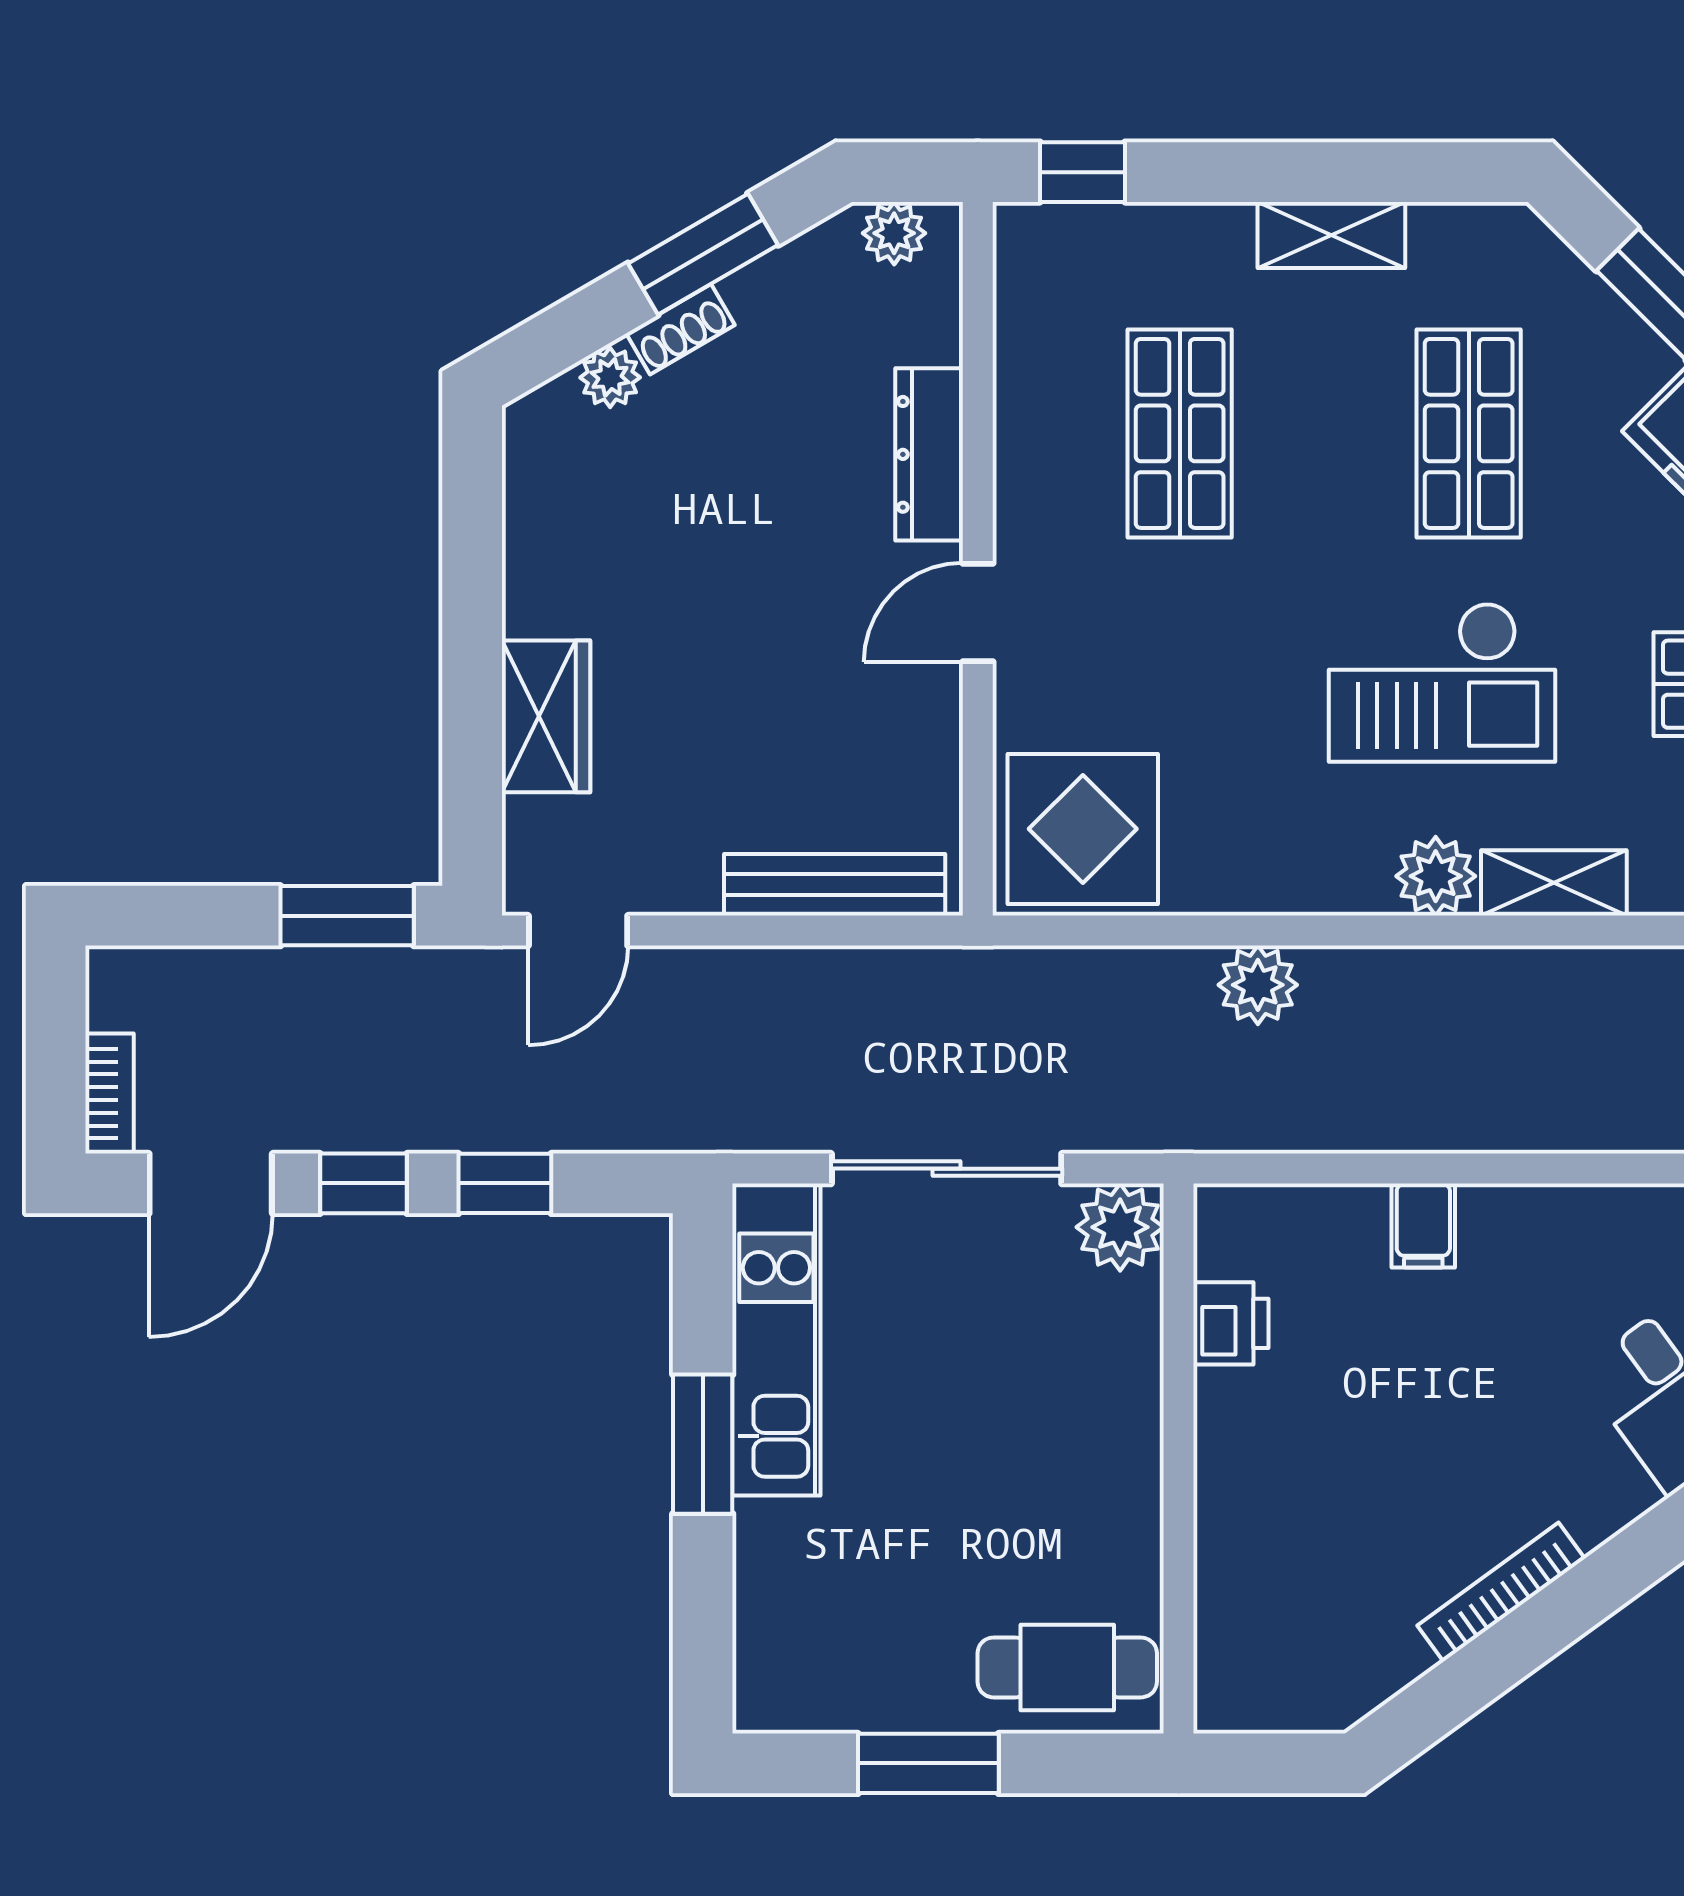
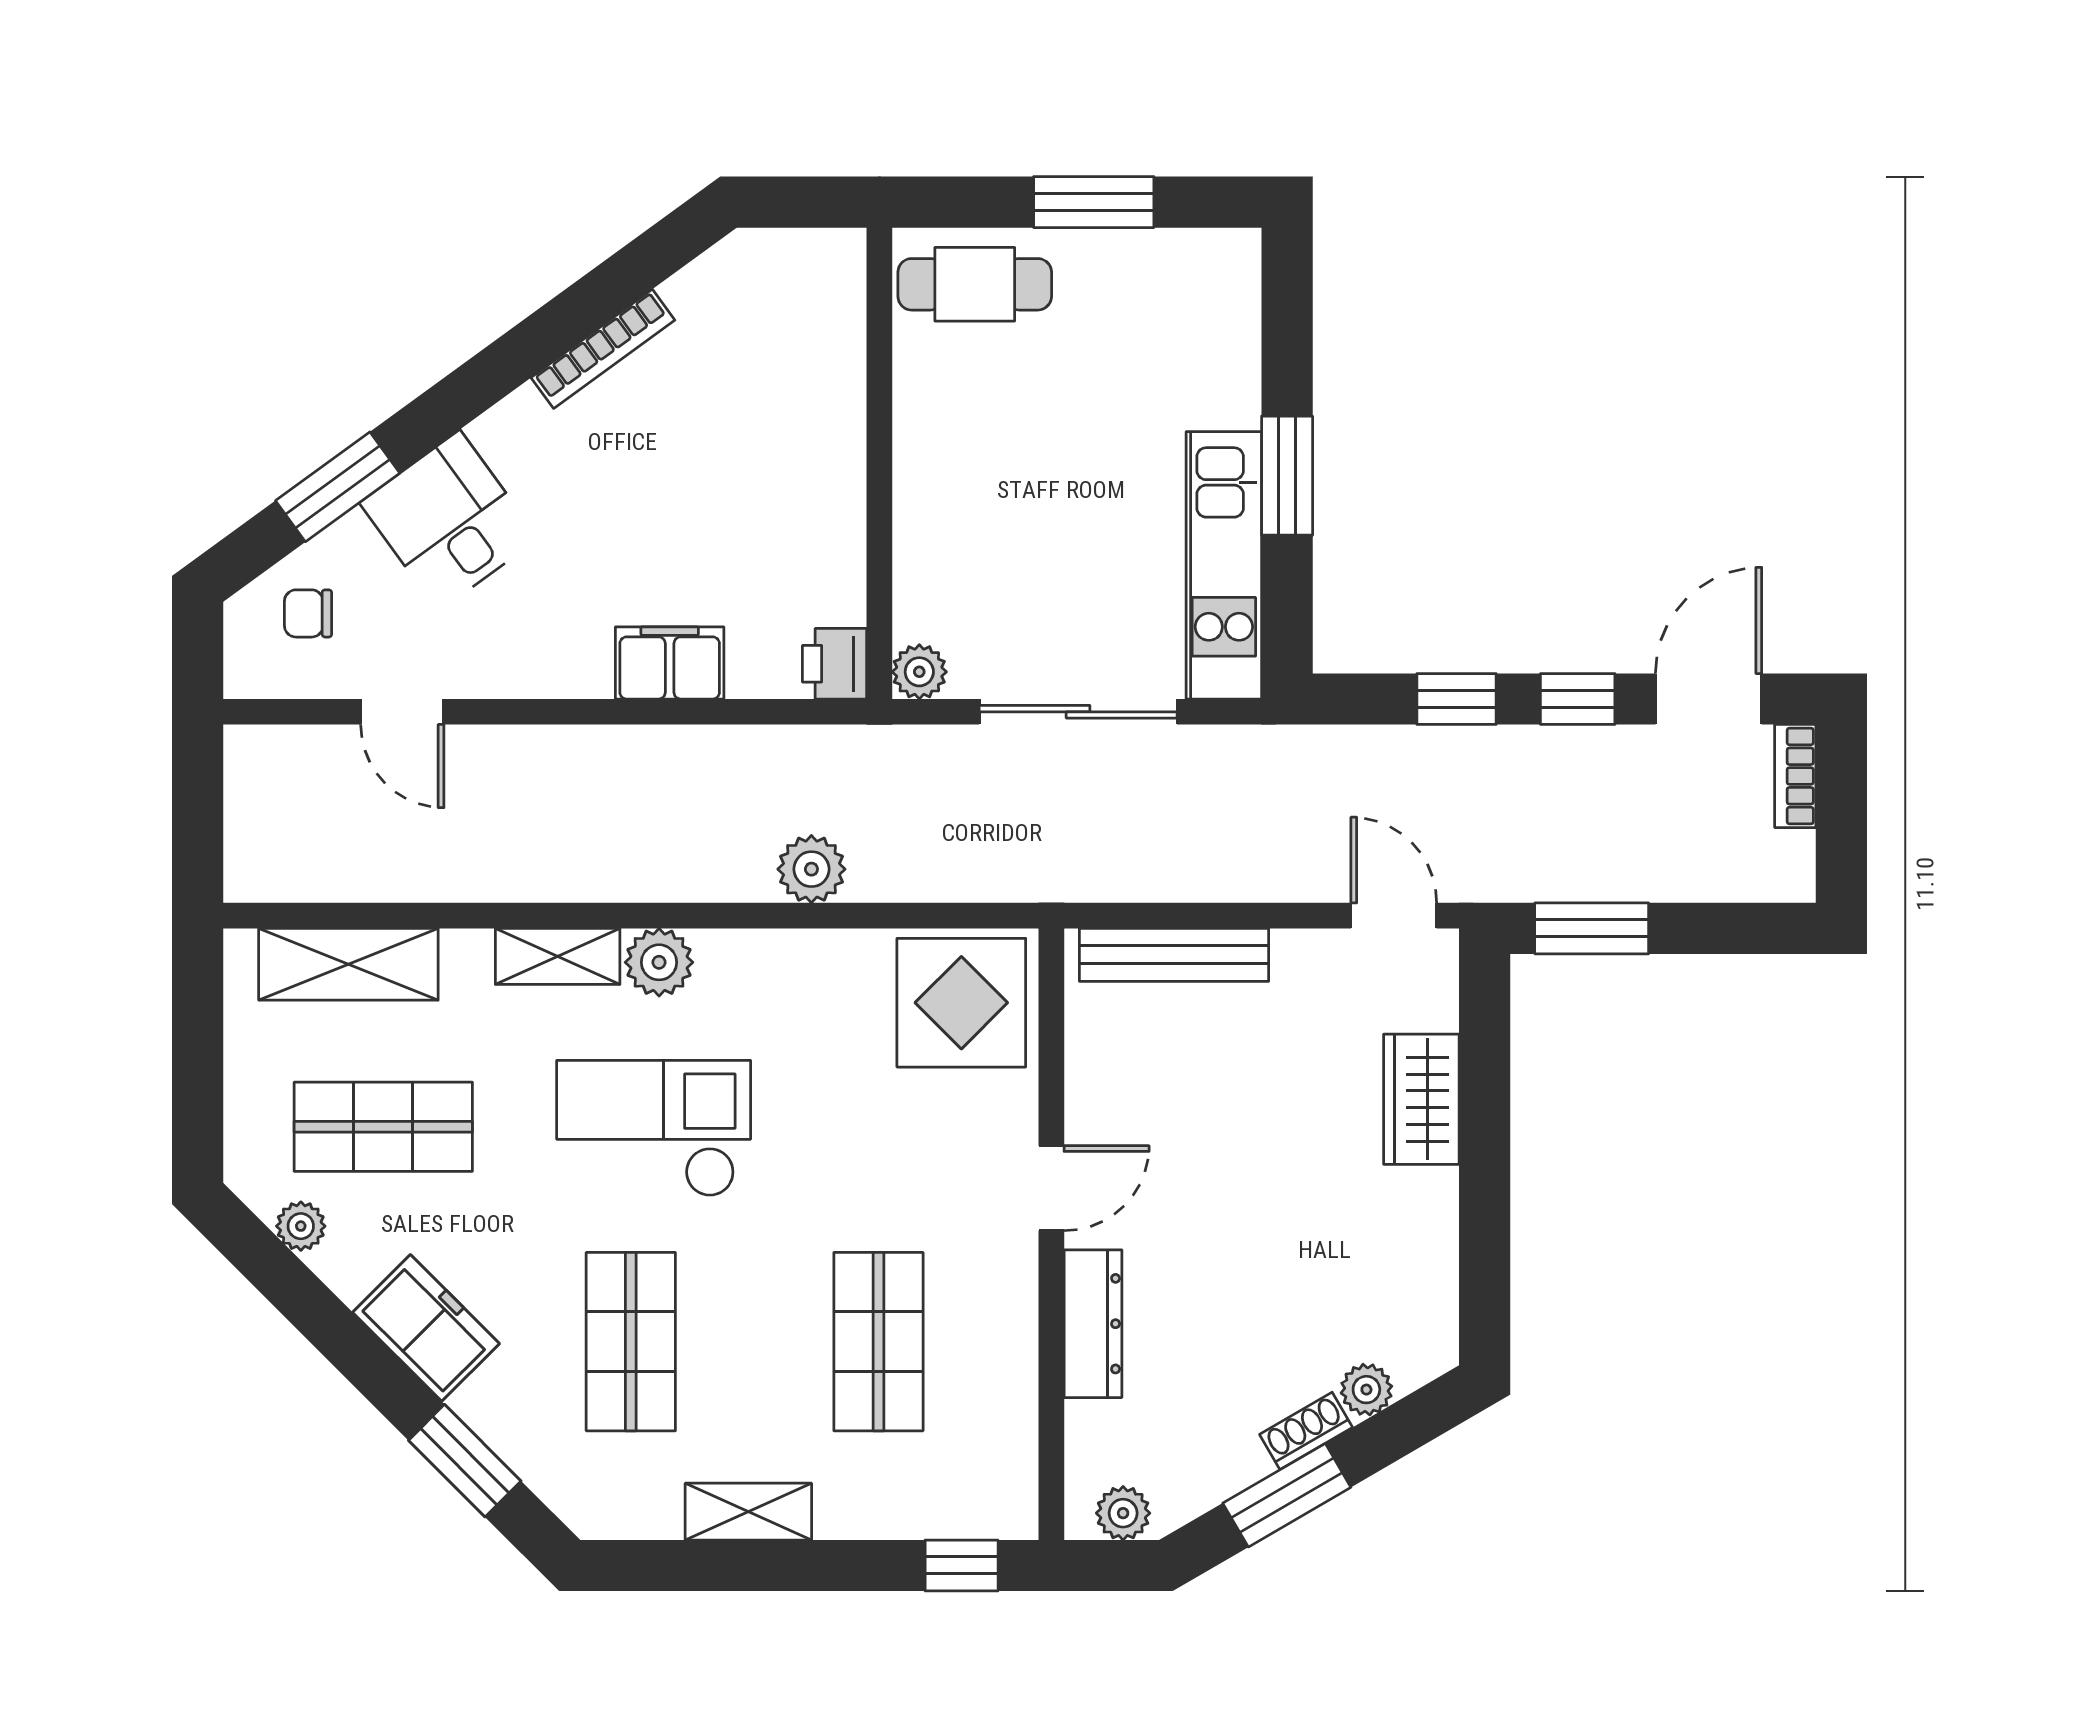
door: (578, 931) -> (1394, 916), hinge flipped
filing cabinet: (1423, 1226) -> (670, 663), width x2.00
plant: (1120, 1227) -> (919, 672), width x0.73, depth x0.73
printer: (1231, 1323) -> (834, 664), moved

